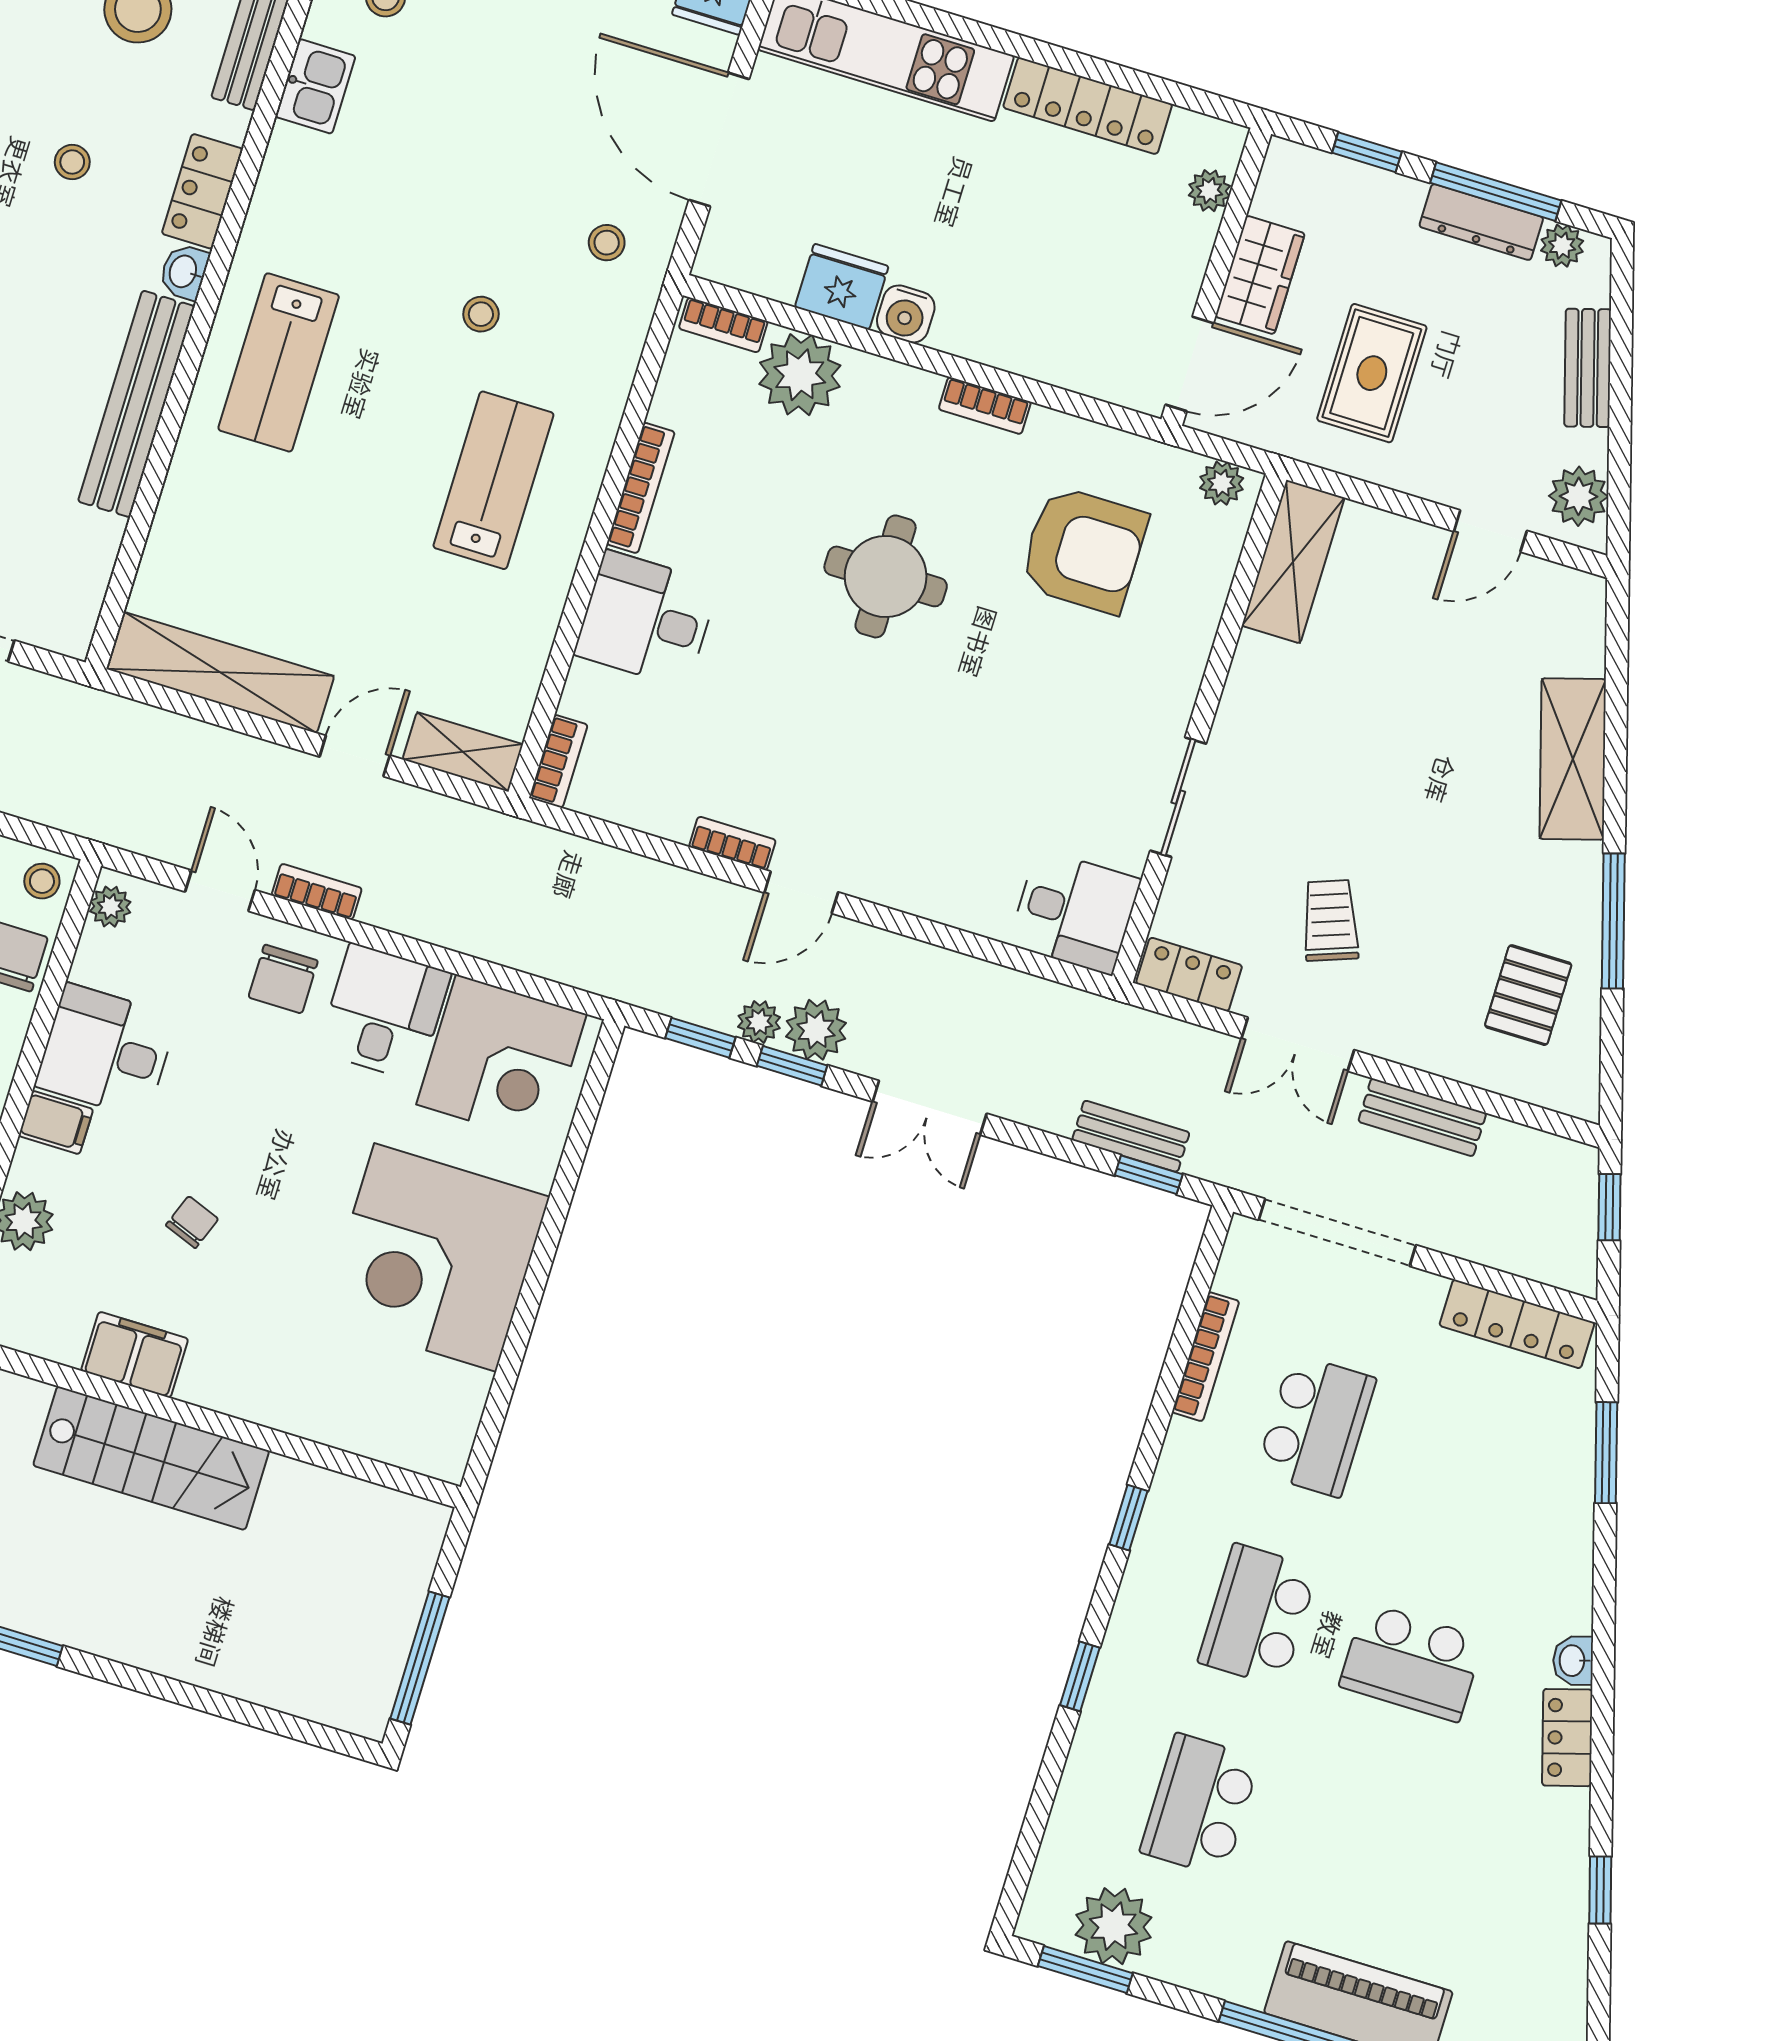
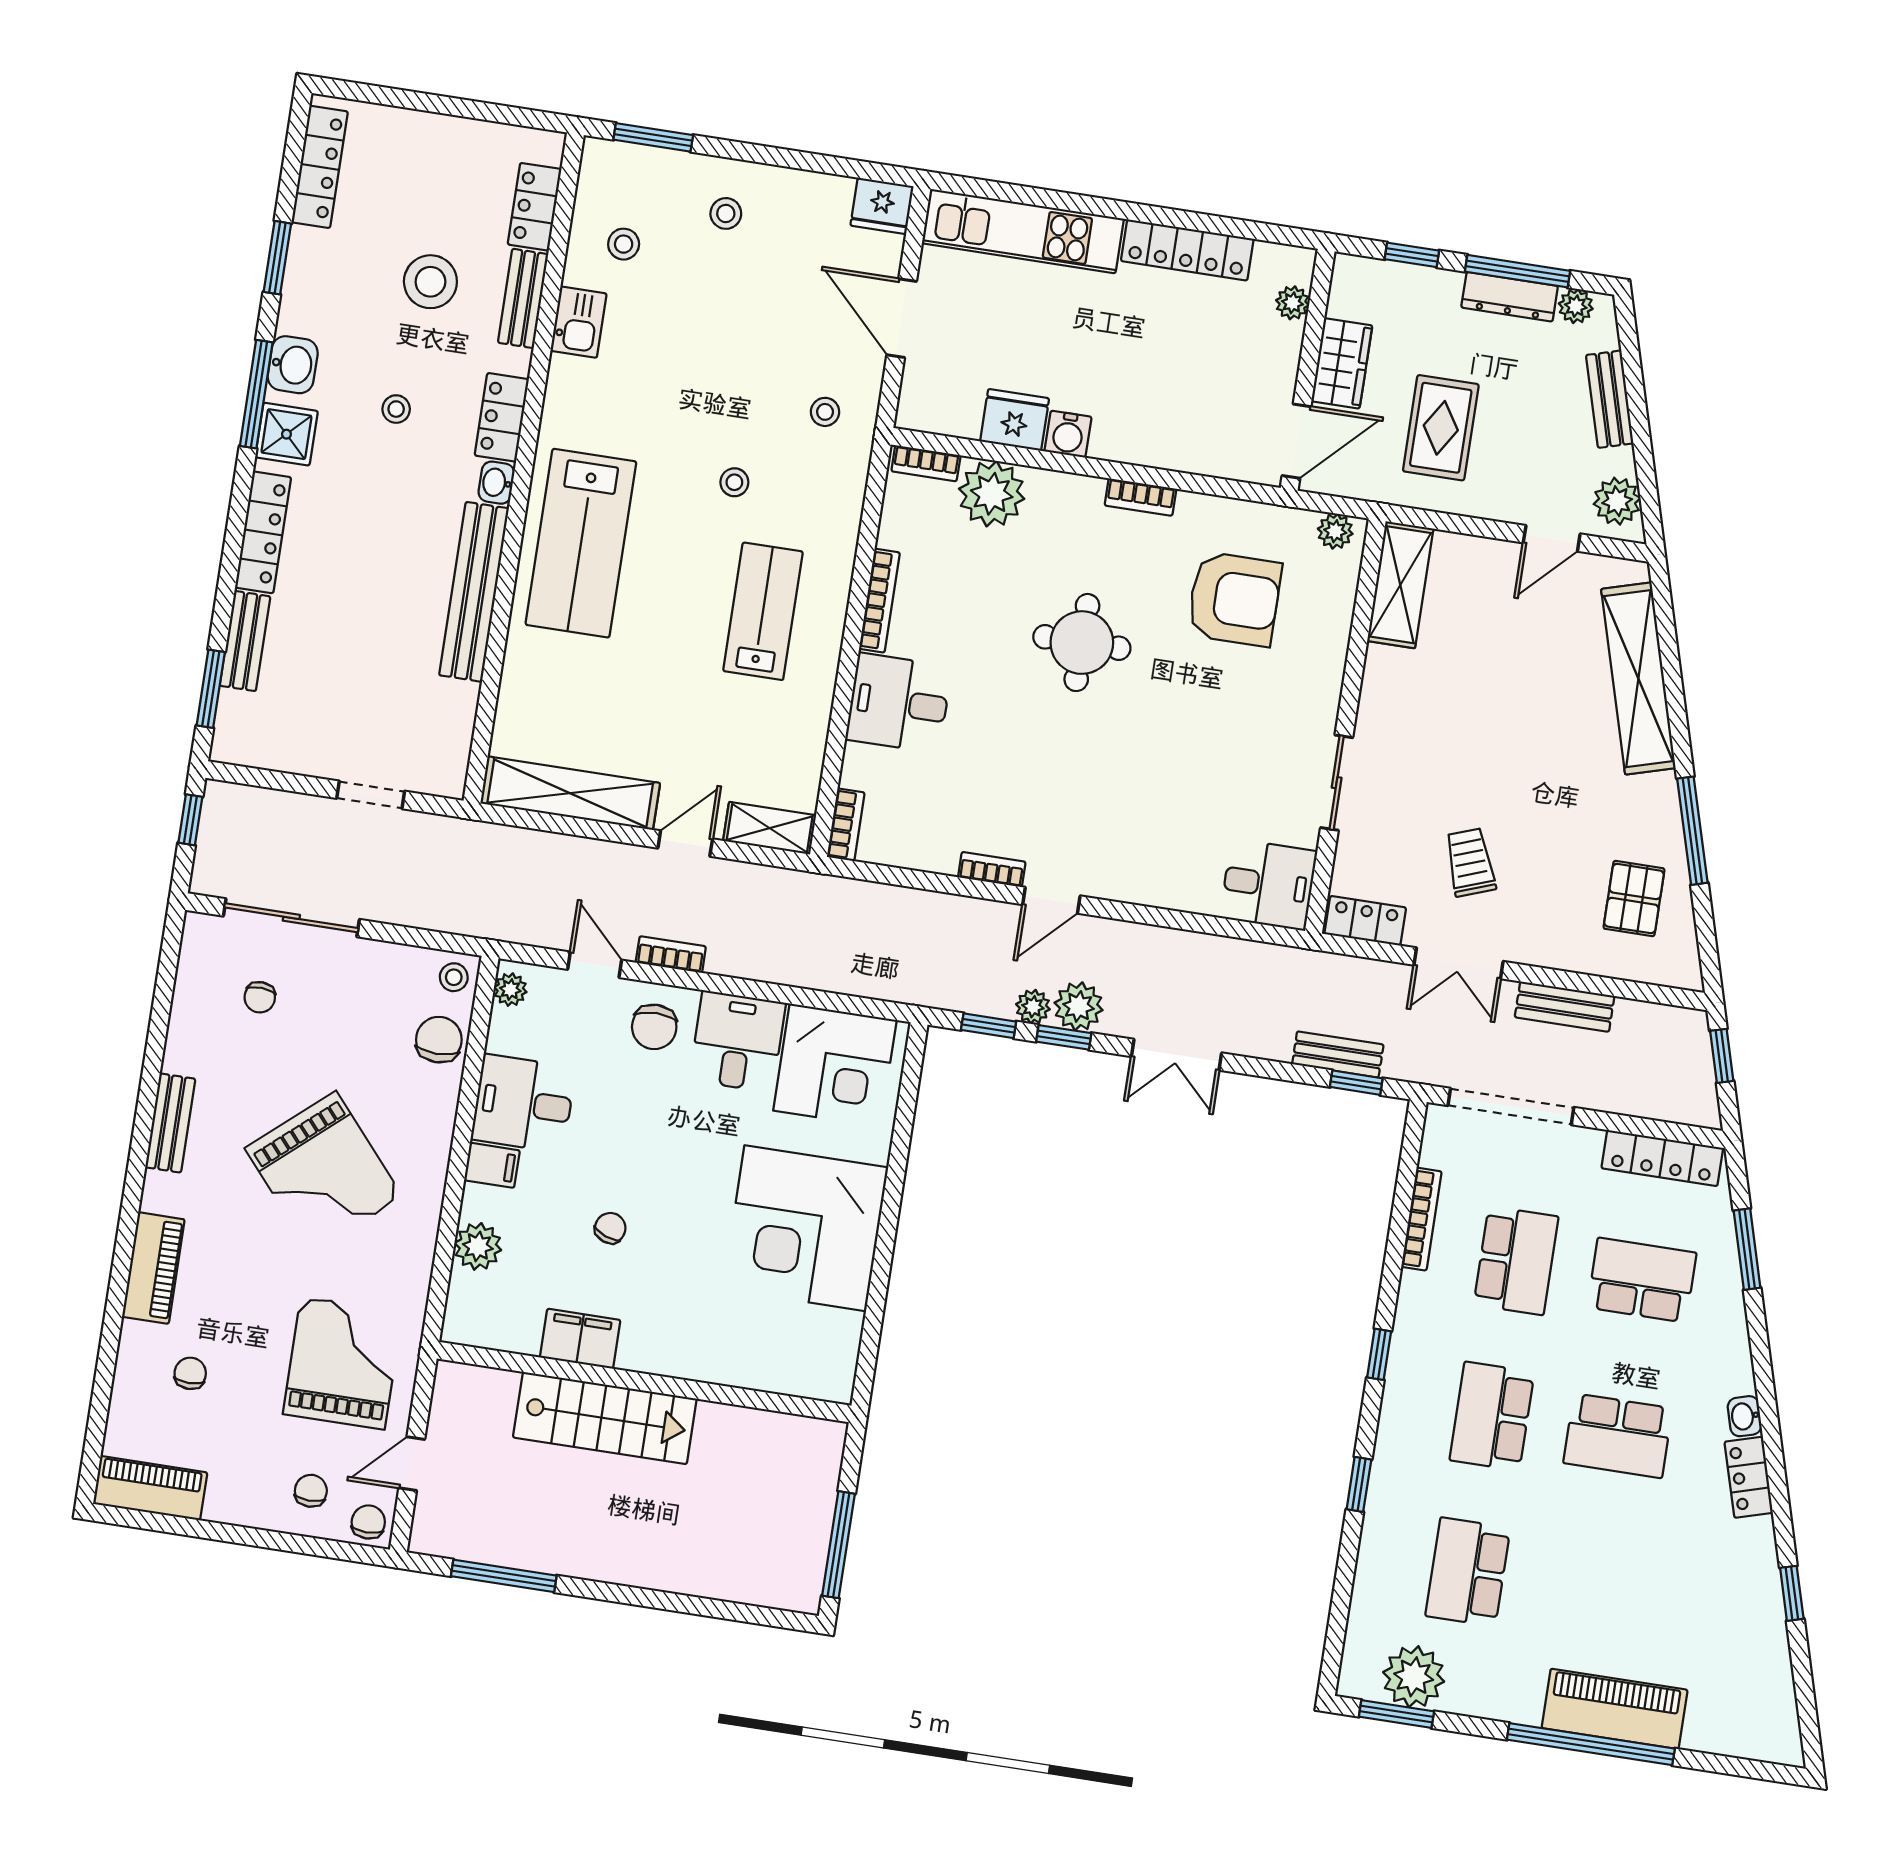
door: (719, 139) -> (902, 318), width x0.73
lab bench: (279, 362) -> (581, 543), width x1.36, depth x1.39
shelving: (1573, 759) -> (1638, 679), width x1.47
school desk: (1470, 1472) -> (1642, 1280), added

